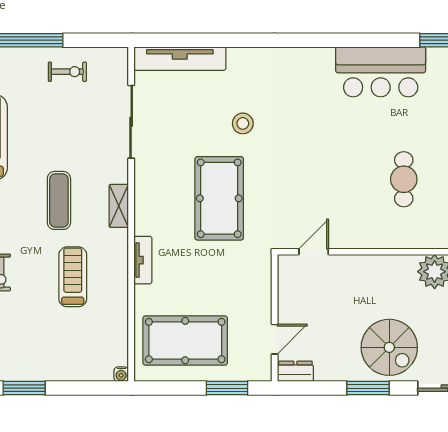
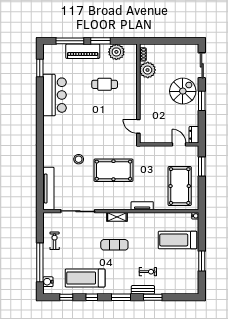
treadmill: (73, 277) -> (178, 240), moved, width x1.37, depth x1.38

